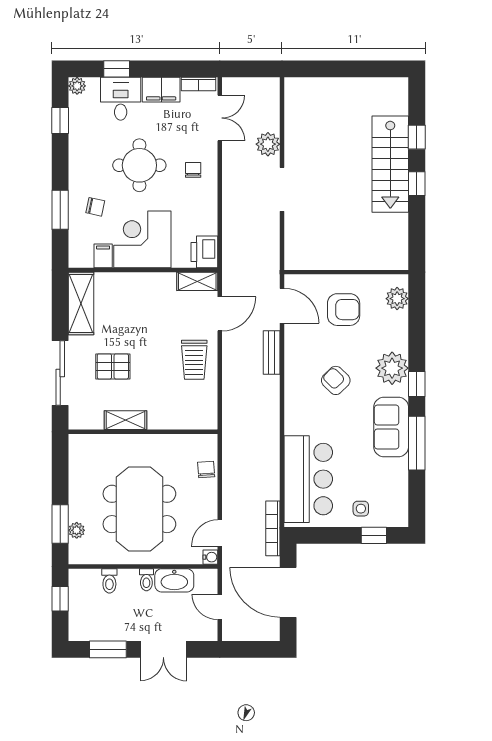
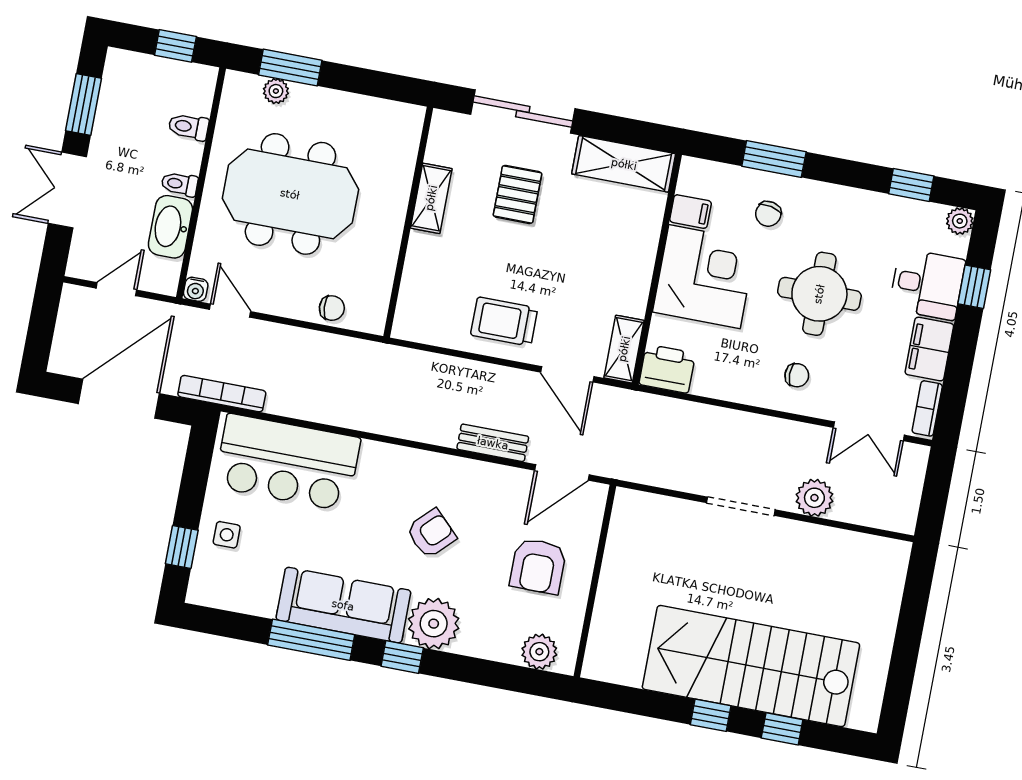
stairs: (390, 164) -> (751, 666), width x1.36, depth x1.51
sofa: (391, 427) -> (343, 605), width x1.36

